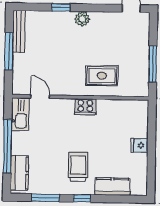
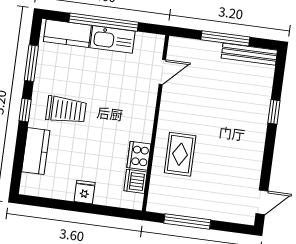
plant: (82, 19) -> (256, 138), removed
cooker: (85, 107) -> (139, 156), moved
dishwasher: (127, 107) -> (135, 181), added
kitchen sink: (20, 114) -> (112, 39), moved

